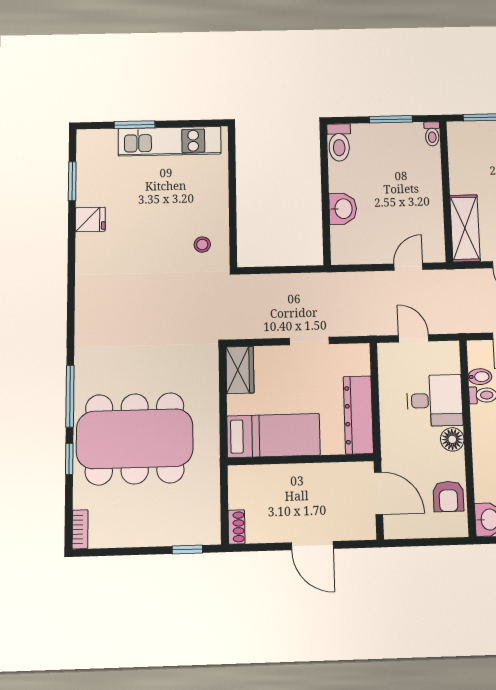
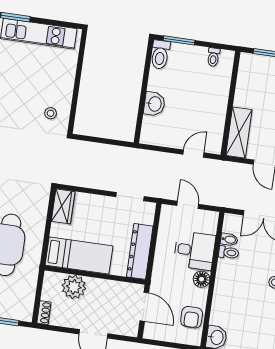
window: (391, 119) -> (179, 40), moved
toilet: (432, 134) -> (213, 57), moved
doorway: (309, 341) -> (130, 197), moved
plant: (273, 482) -> (74, 287), added

